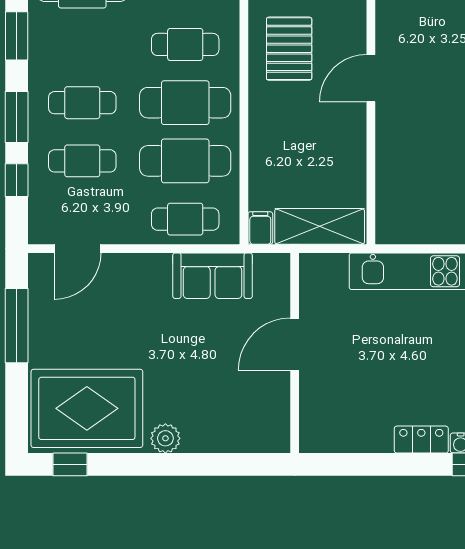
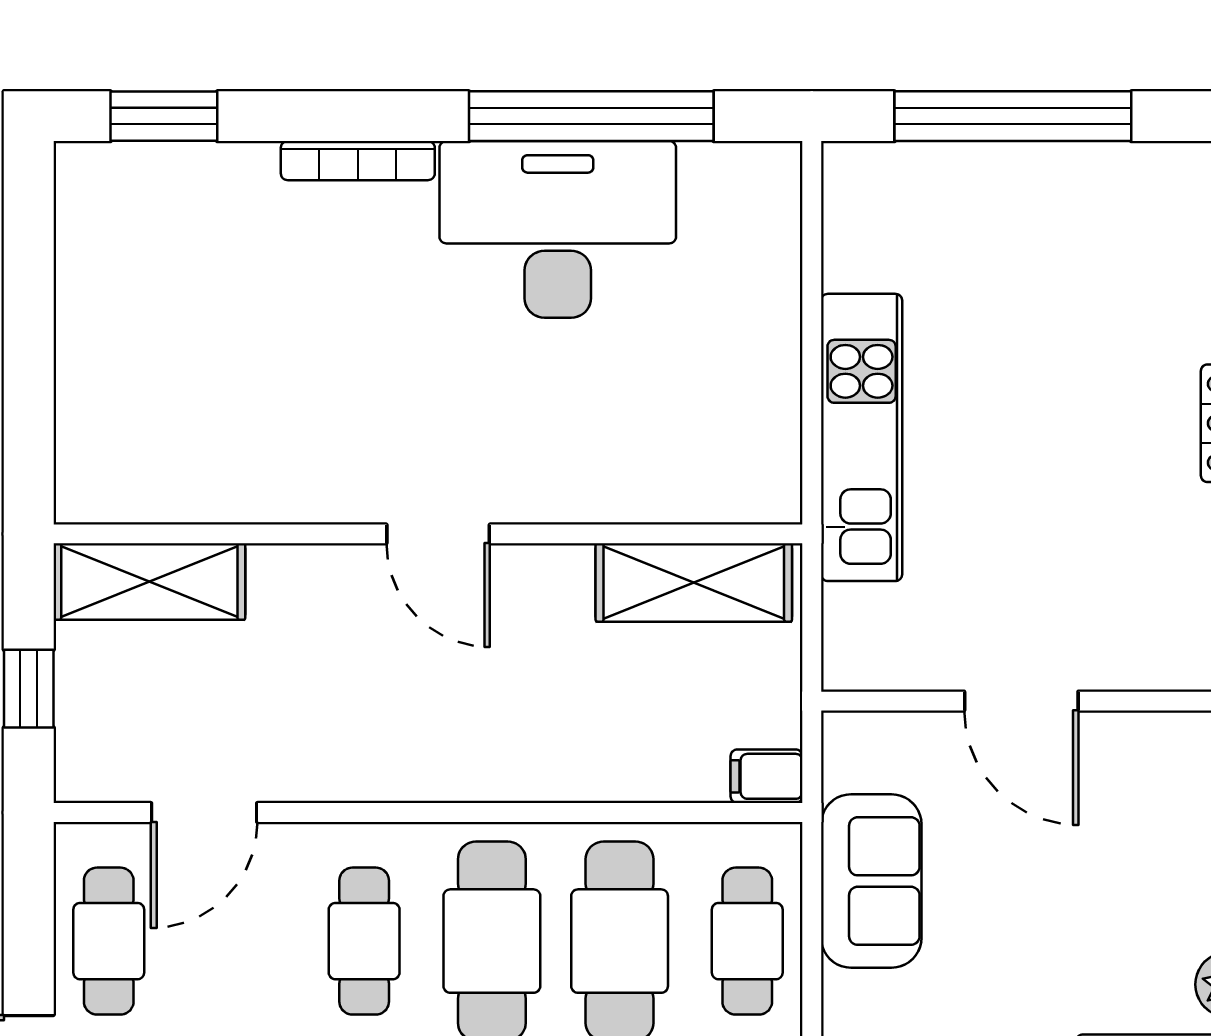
pallet: (289, 49) -> (373, 713), removed
shelving: (320, 226) -> (694, 583), moved, turned 90

